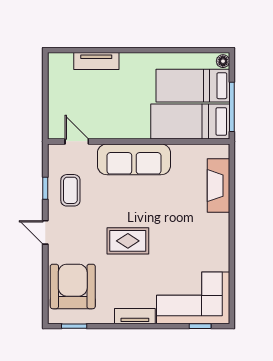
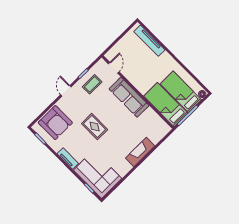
tv unit: (96, 61) -> (149, 41), width x1.41
fireplace: (218, 186) -> (140, 152), moved
armchair: (73, 286) -> (55, 123), turned 90

